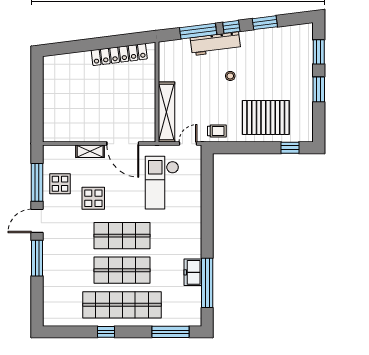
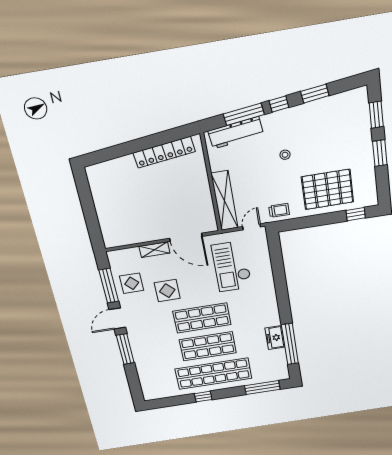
workbench: (215, 44) -> (236, 133), moved

